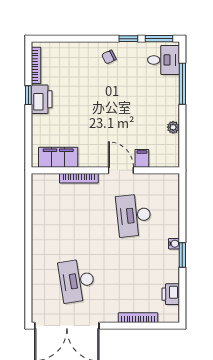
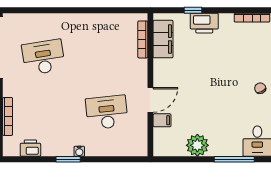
window: (28, 95) -> (193, 10), moved
printer: (42, 99) -> (204, 23), moved
plant: (173, 127) -> (197, 145), width x1.88, depth x1.88
bookcase: (79, 178) -> (143, 39), moved

